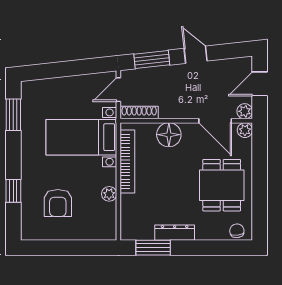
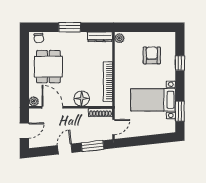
door: (196, 55) -> (65, 149), swing flipped
plant: (245, 111) -> (34, 113), removed
bed with nightstands: (81, 137) -> (153, 100), moved, turned 180
plant: (109, 194) -> (119, 38), moved
dresser: (175, 233) -> (100, 37), moved
window: (153, 248) -> (70, 27), moved

